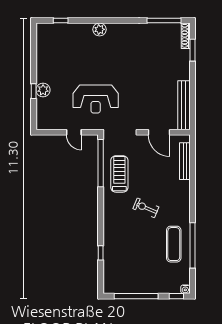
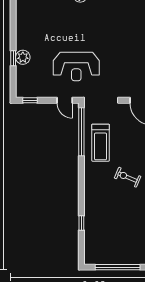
window: (50, 132) -> (30, 100), added
door: (74, 132) -> (65, 100), moved
treadmill: (119, 174) -> (101, 143), turned 180

